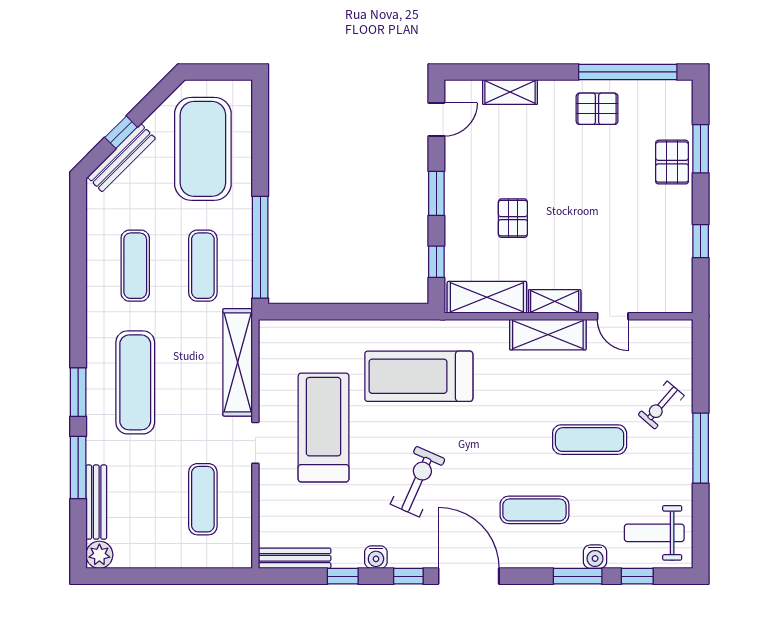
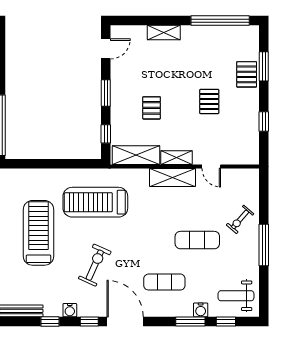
shelving: (510, 92) -> (164, 33), moved
pallet: (597, 109) -> (209, 101), moved, turned 90

